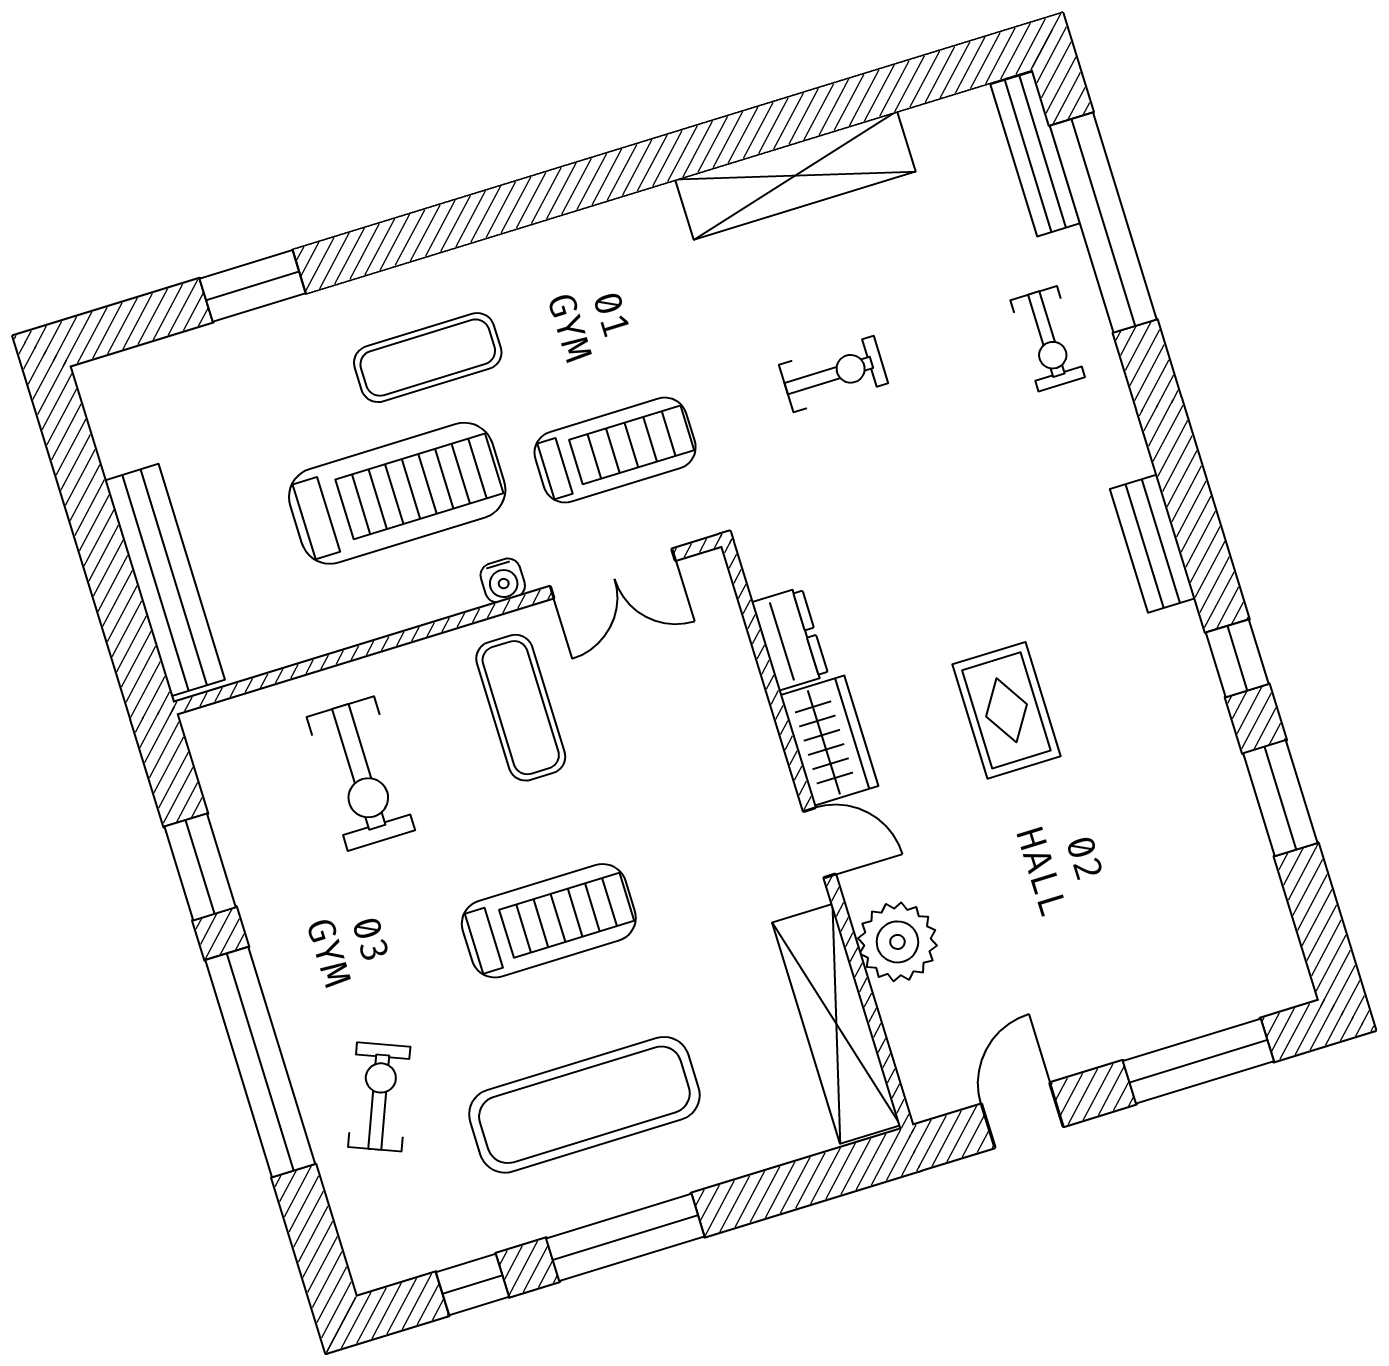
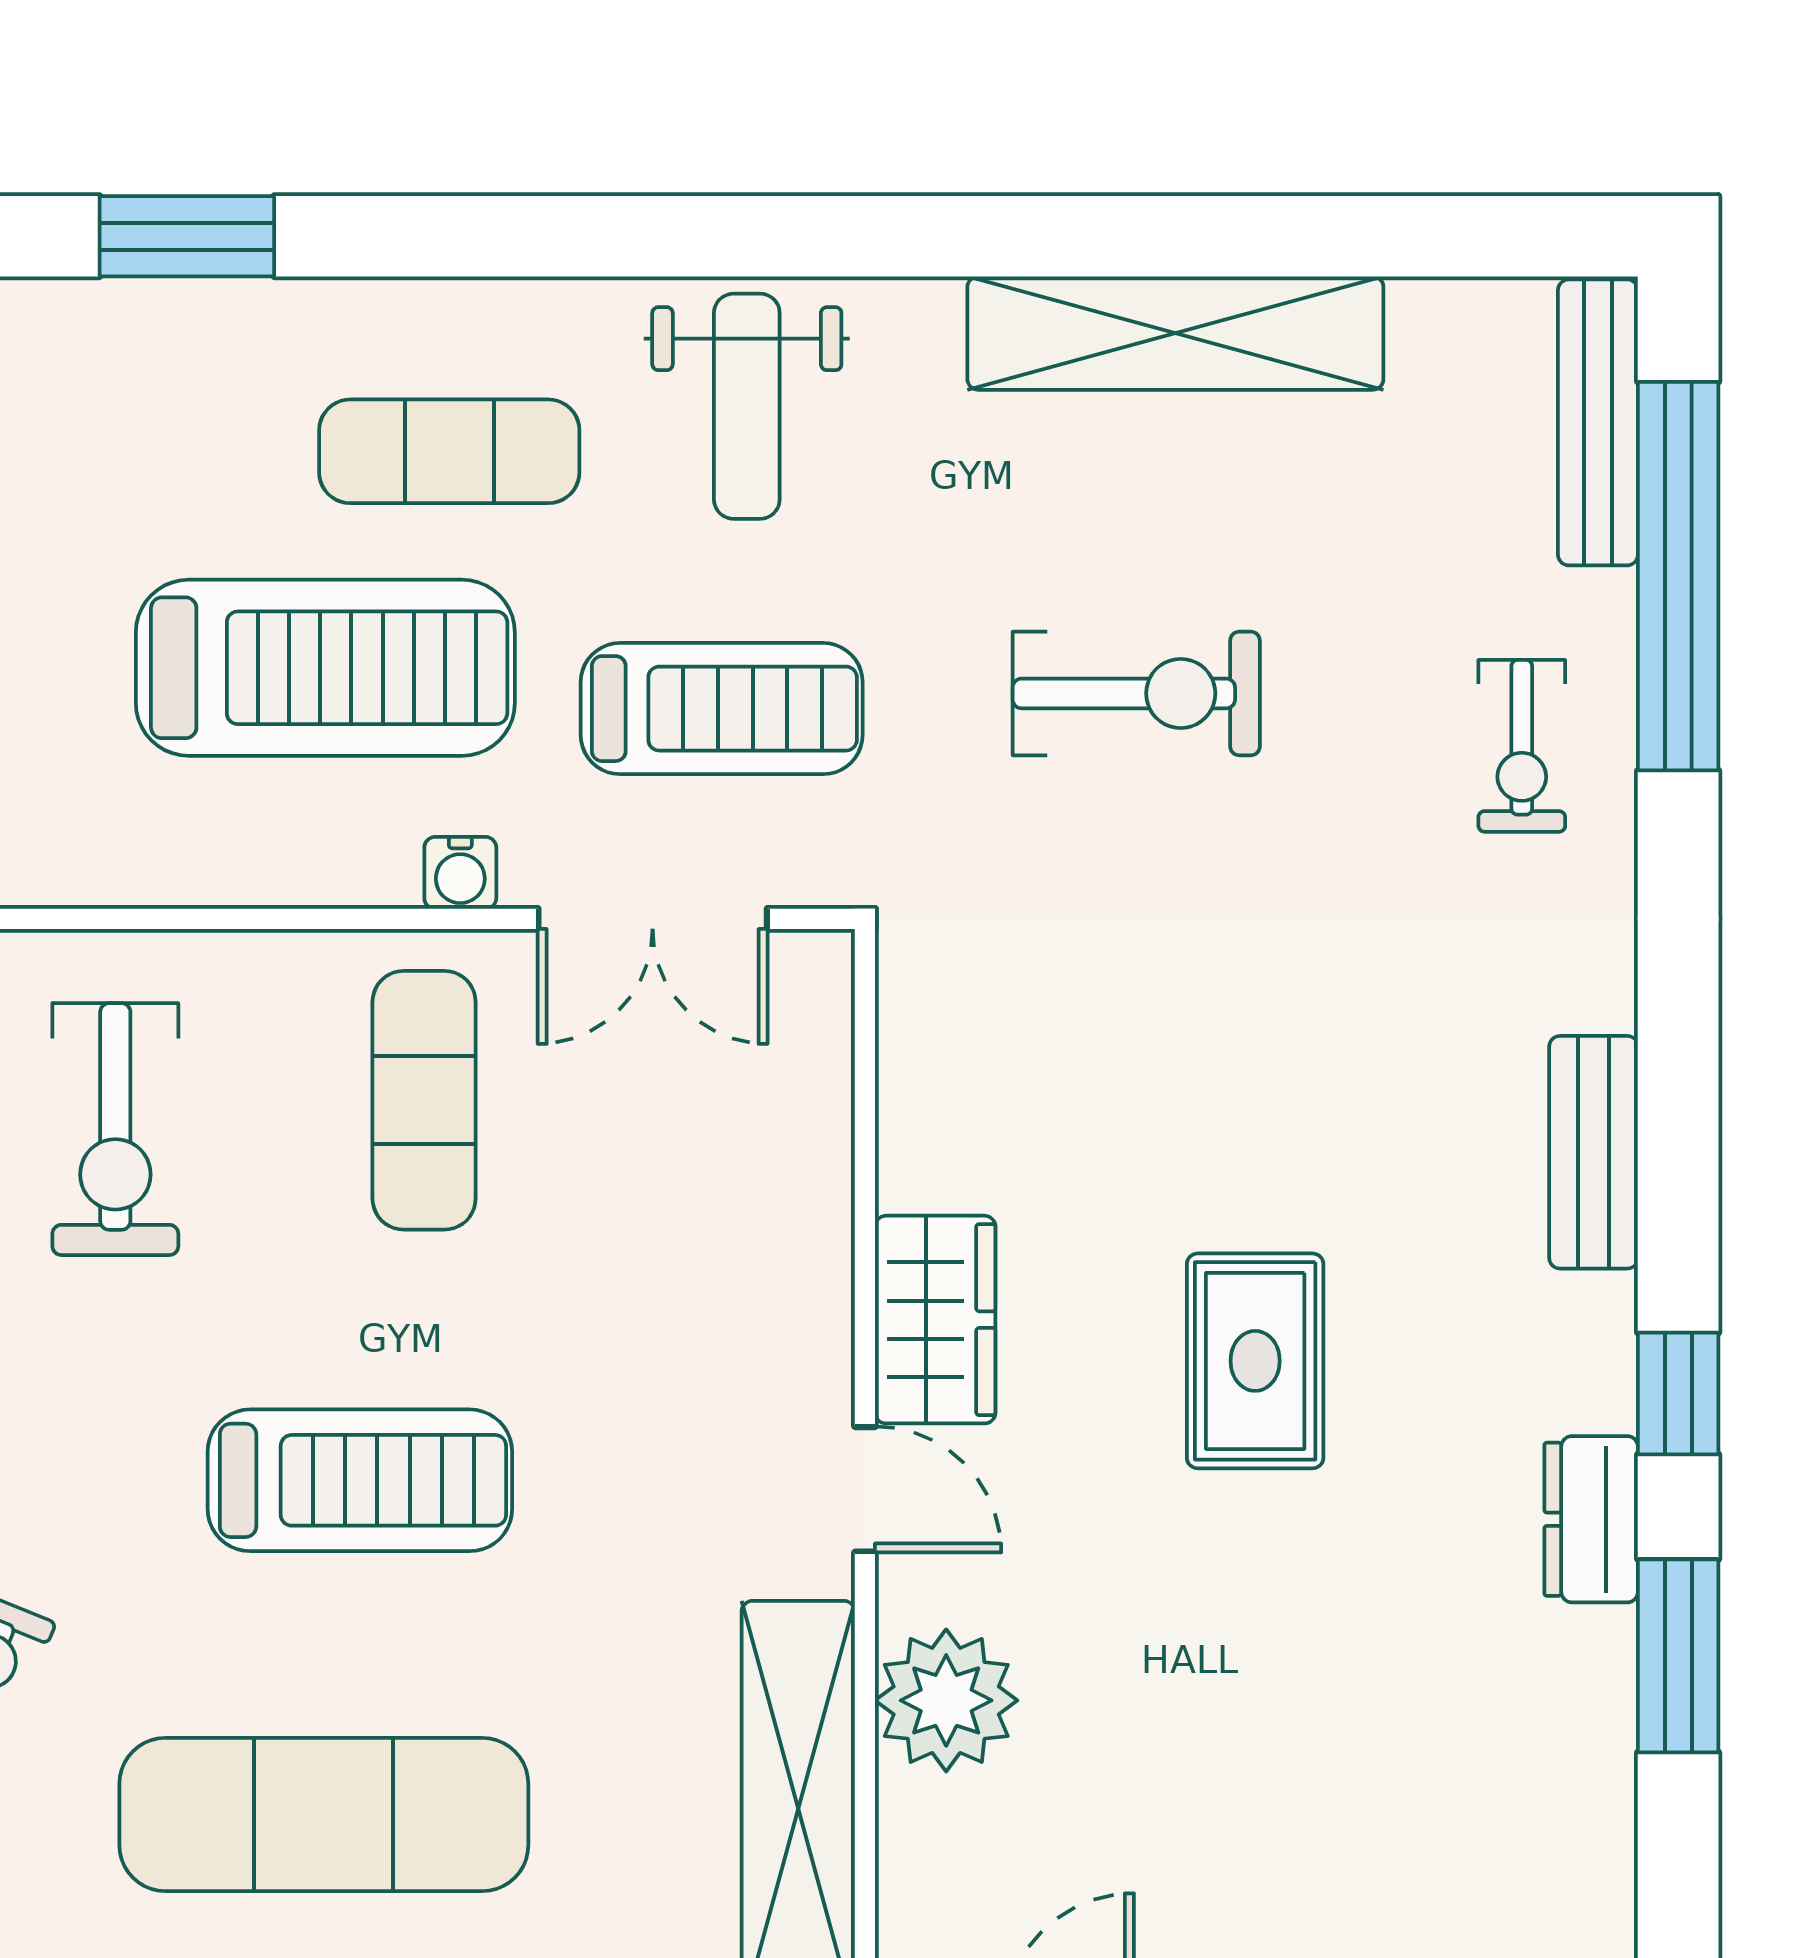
weight bench: (579, 285) -> (747, 406), added
exercise bike: (834, 374) -> (1136, 693), width x1.38, depth x1.39
dresser: (790, 639) -> (1591, 1519), moved, turned 180

